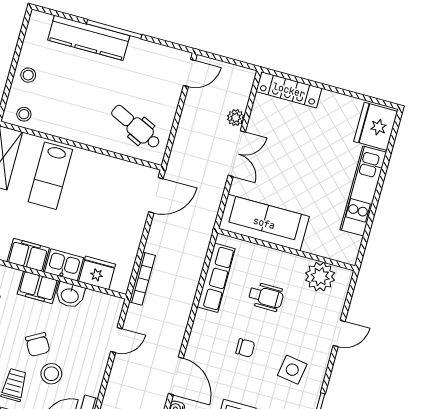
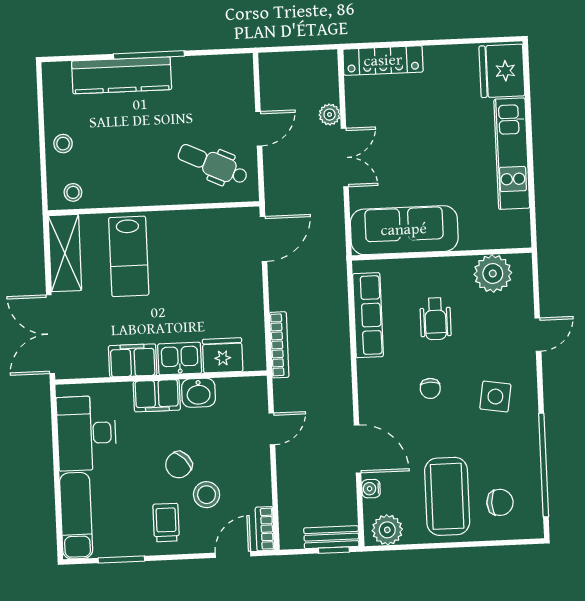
door: (189, 73) -> (259, 129), moved
wheelchair: (266, 297) -> (435, 319), turned 90
chair: (38, 345) -> (179, 465), turned 77
chair: (245, 348) -> (430, 388), turned 90

